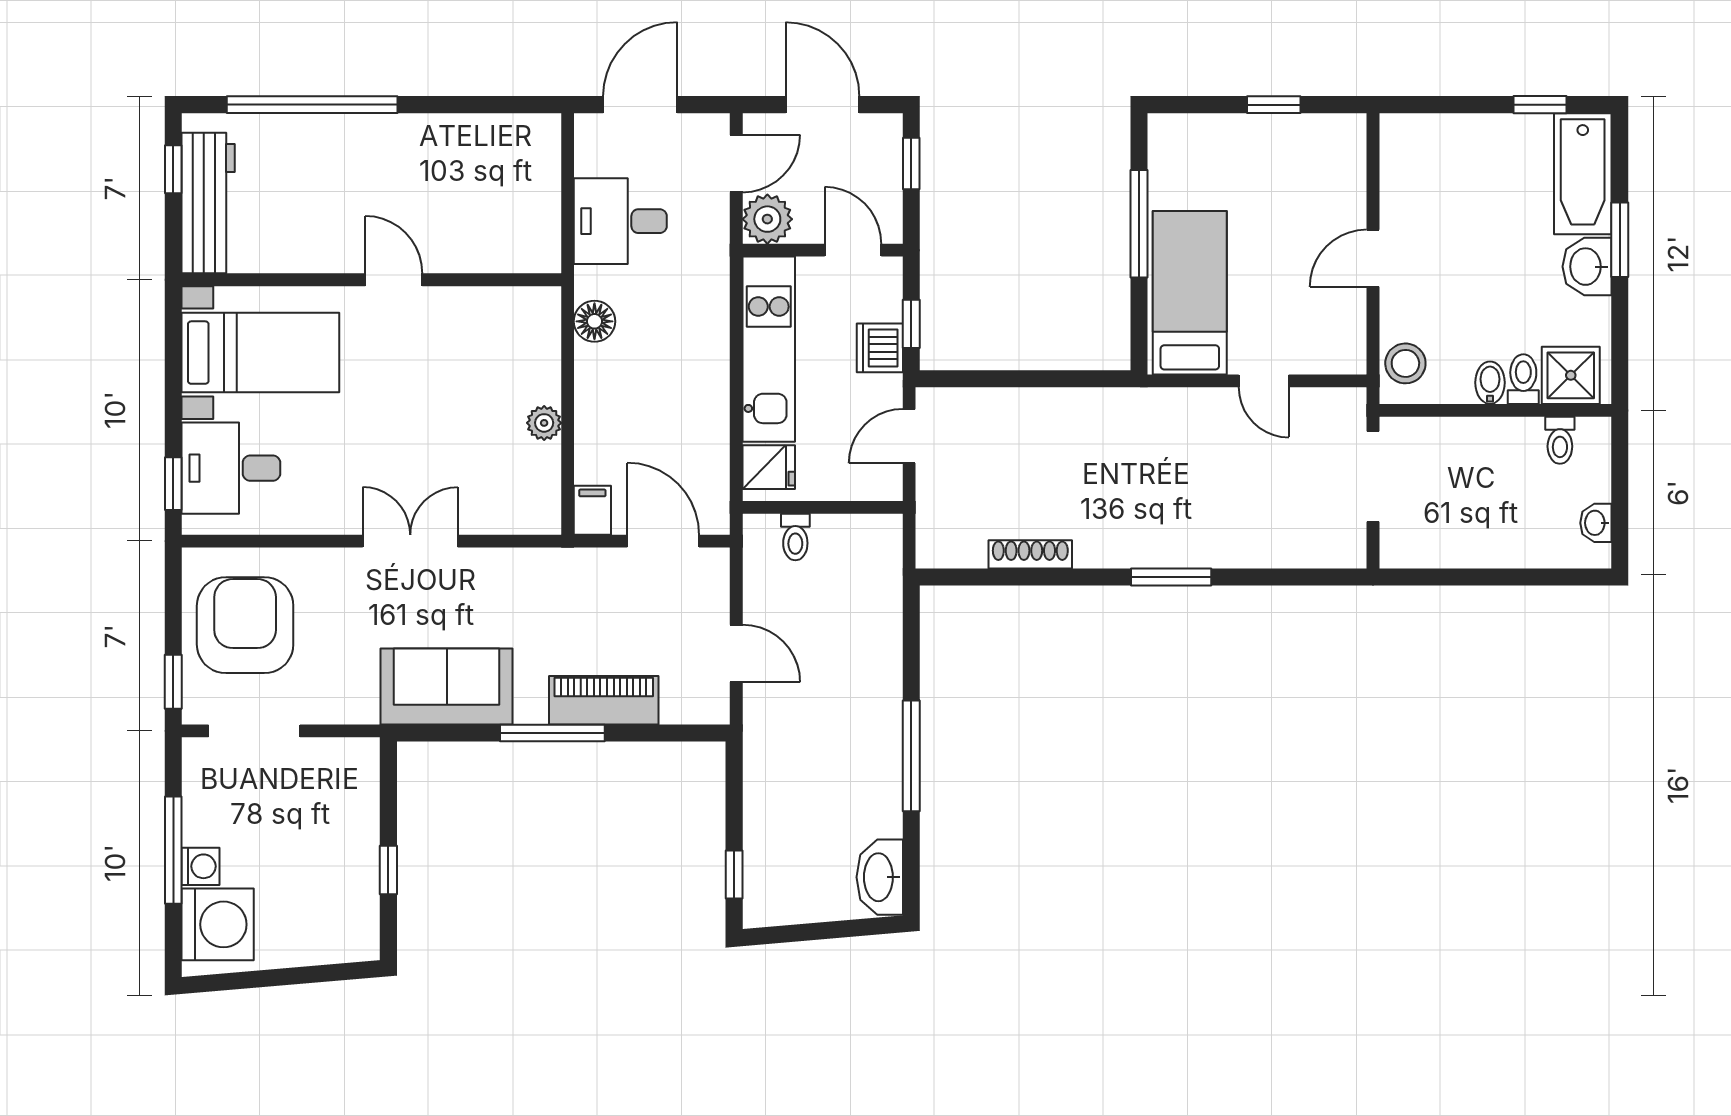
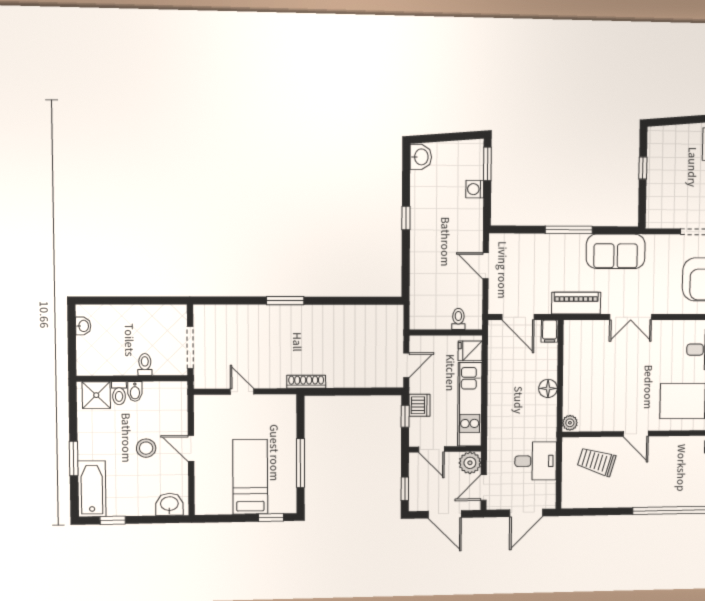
window: (1274, 105) -> (271, 517), moved
trolley: (482, 218) -> (597, 462), added
door: (1373, 258) -> (191, 448), swing flipped
washbasin: (1587, 267) -> (169, 504), moved, turned -90
bed: (1190, 293) -> (250, 477), moved, turned 180
floor lamp: (594, 321) -> (548, 388), moved
stool: (1405, 363) -> (146, 448), moved
plant: (544, 423) -> (570, 423), moved
toilet: (1560, 440) -> (145, 364), moved
shoe rack: (1030, 554) -> (306, 382), moved, turned 180
piano: (604, 700) -> (576, 303), moved, turned 180
window: (911, 756) -> (406, 218), width x0.46
washing machine: (762, 820) -> (475, 189), added
window: (734, 875) -> (487, 164), width x1.50
washbasin: (880, 877) -> (421, 157), width x0.72

